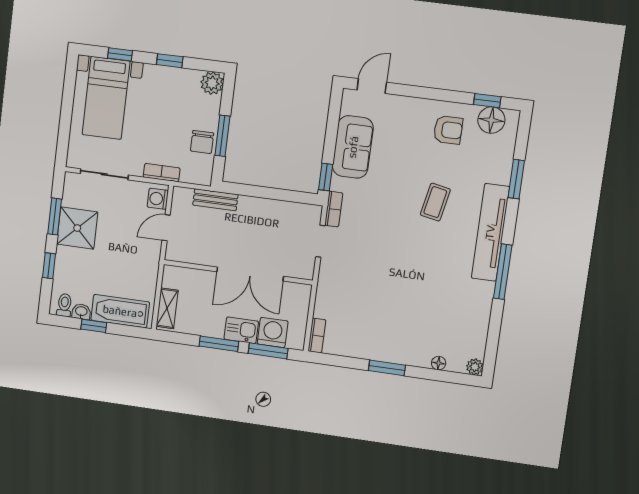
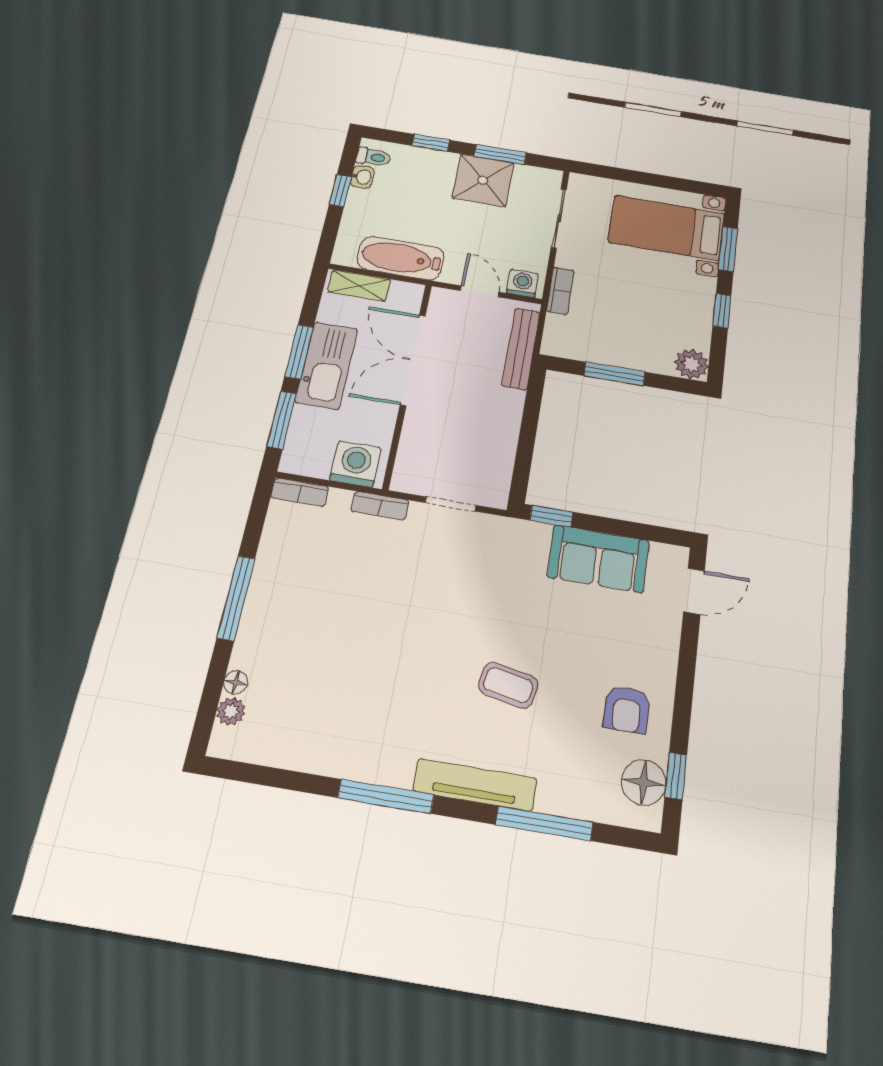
window: (120, 54) -> (728, 249), width x1.50
door: (372, 86) -> (694, 591), hinge flipped
chair: (202, 142) -> (605, 346), removed
window: (516, 179) -> (544, 823), width x1.44
bench: (215, 200) -> (521, 349), width x1.36
bookcase: (334, 209) -> (380, 506), moved
tv unit: (490, 232) -> (475, 785), width x0.73, depth x0.78
double door: (250, 274) -> (413, 360), moved
bathtub: (120, 311) -> (401, 258), moved, turned -90
kitchen sink: (241, 330) -> (327, 365), width x1.87, depth x1.24
washing machine: (273, 333) -> (356, 464), moved, turned -90
plant: (475, 367) -> (231, 711), moved
window: (387, 368) -> (236, 598), width x1.44

